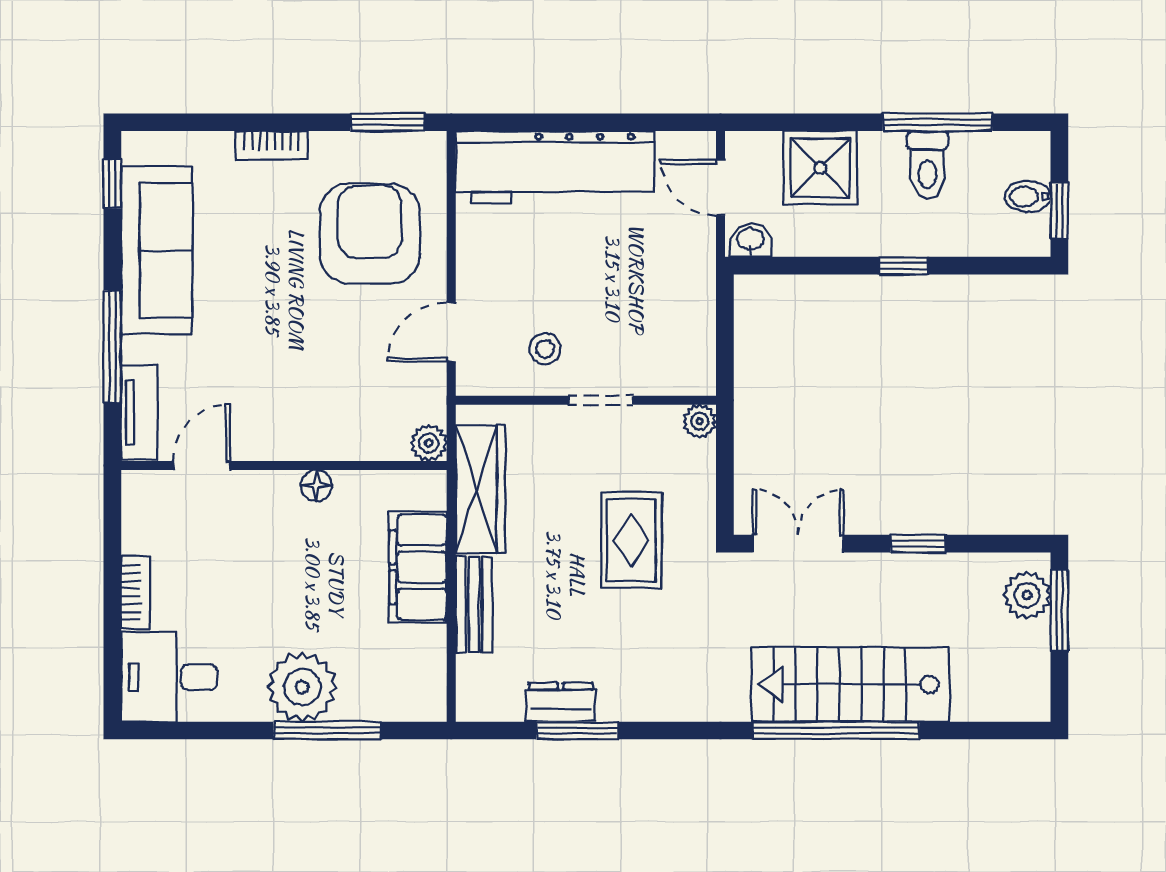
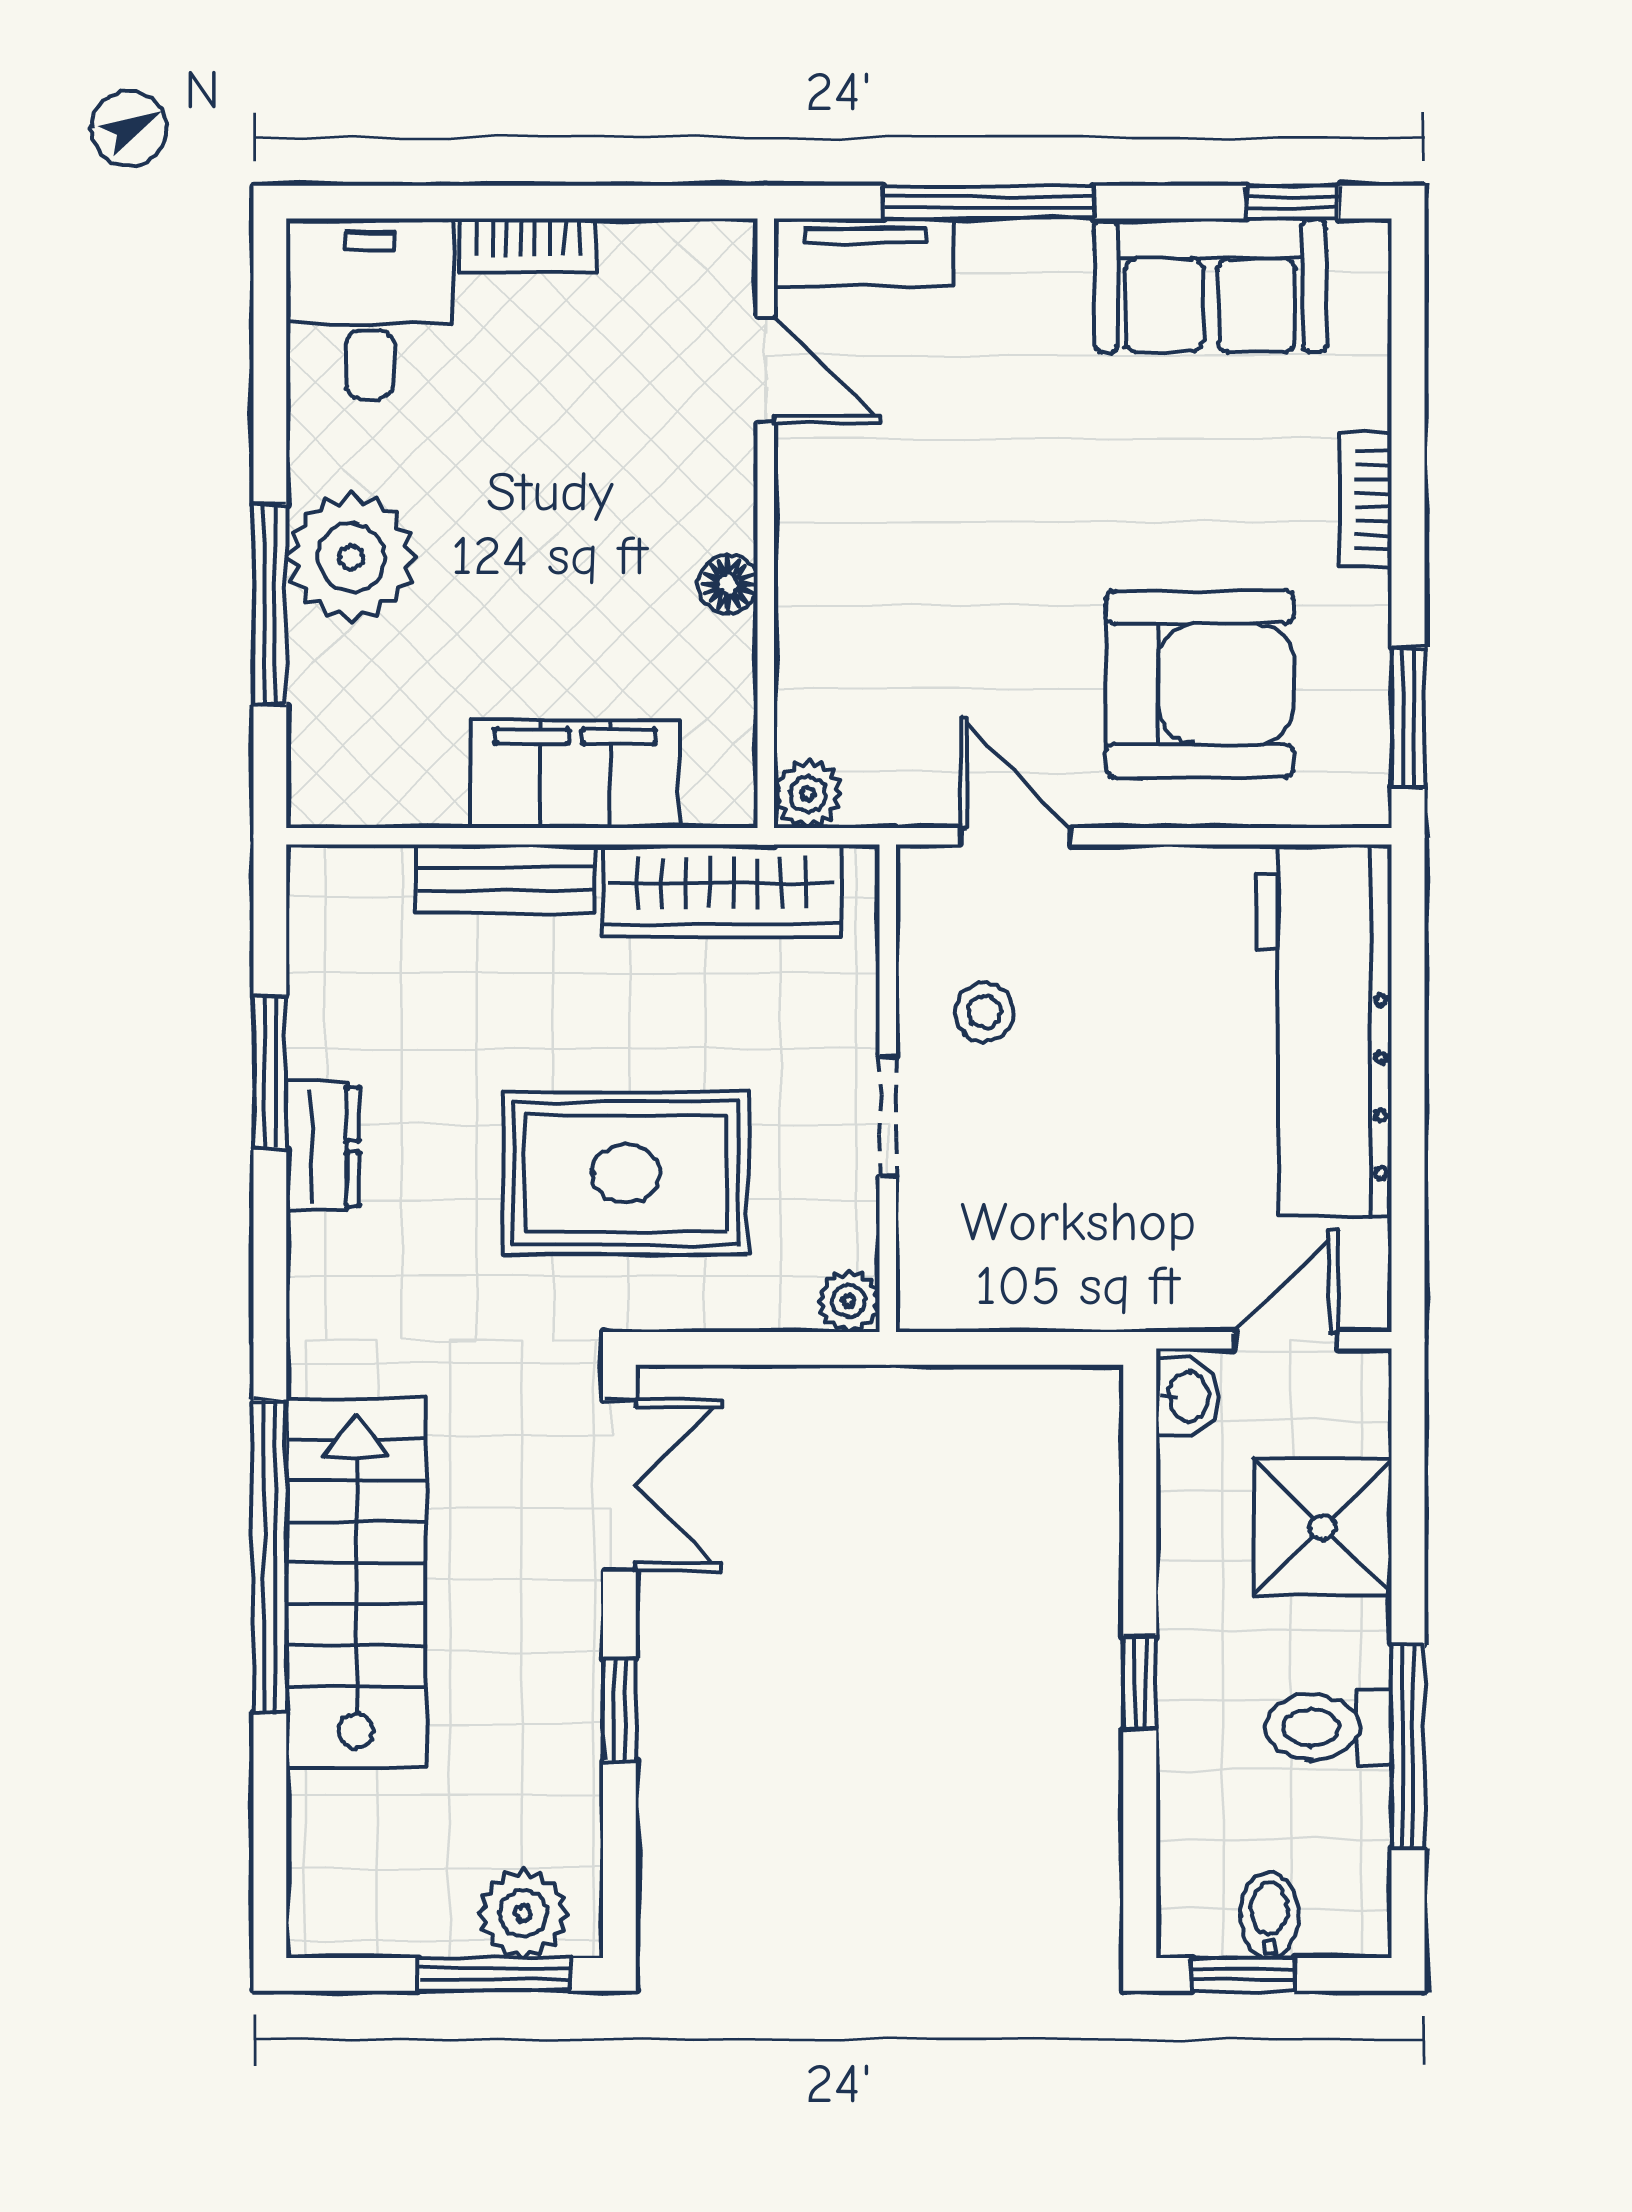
sofa: (157, 250) -> (1210, 285), width x0.73
rug: (631, 540) -> (626, 1174), width x1.36, depth x1.43
dresser: (561, 702) -> (323, 1146), moved

